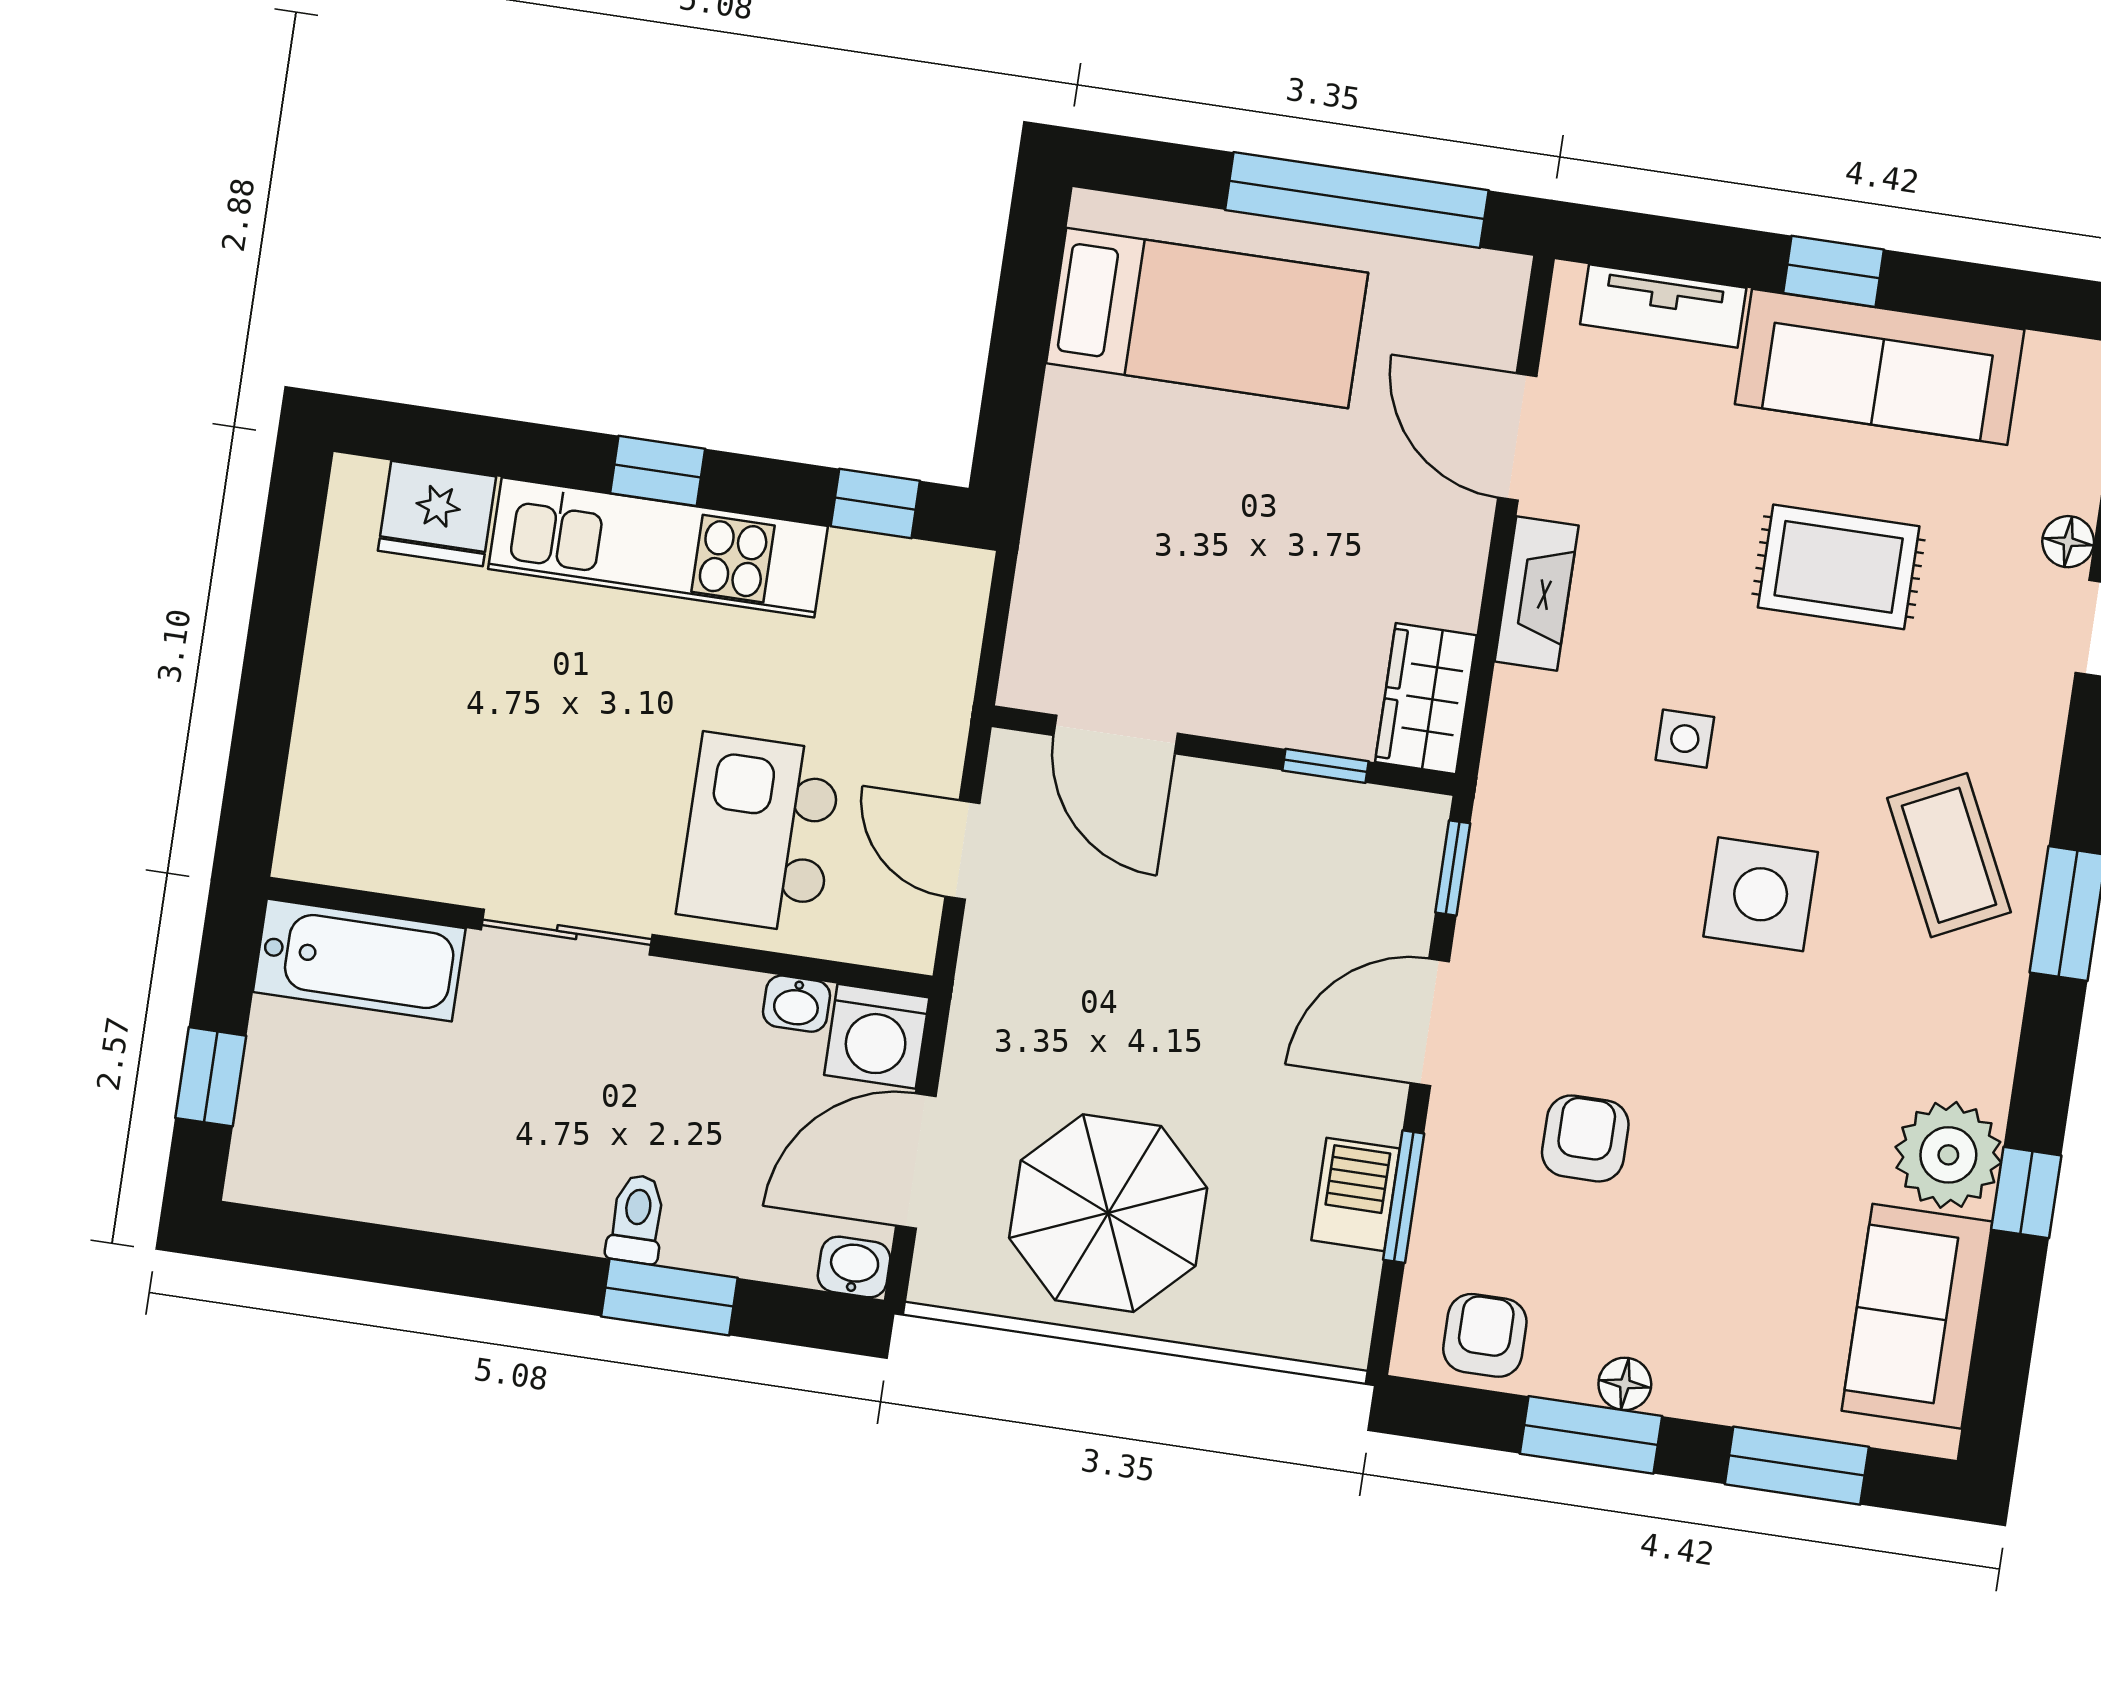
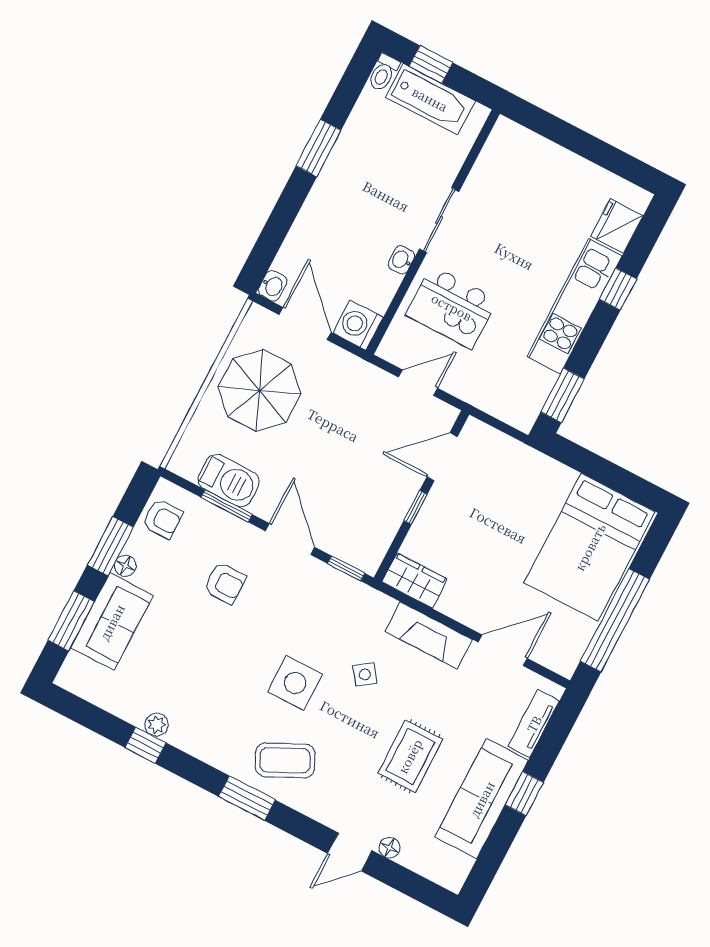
bed: (1207, 318) -> (590, 547), width x1.50
window: (658, 471) -> (618, 289), moved
window: (875, 504) -> (563, 395), width x1.50
fireplace: (1537, 593) -> (429, 635), width x1.37, depth x1.32
side table: (1685, 739) -> (365, 675), turned -37
window: (1326, 766) -> (416, 507), moved
kitchen island: (759, 833) -> (452, 307), turned 180
bathtub: (359, 960) -> (430, 99), moved, turned -90
washbasin: (796, 1004) -> (401, 260), moved
plant: (1948, 1155) -> (157, 725), width x0.53, depth x0.53
barbecue: (1356, 1194) -> (229, 481), width x1.38, depth x1.27
toilet: (637, 1219) -> (383, 73), moved, turned 90
window: (669, 1297) -> (318, 148), moved
sofa: (1917, 1316) -> (112, 622), moved, turned 90

